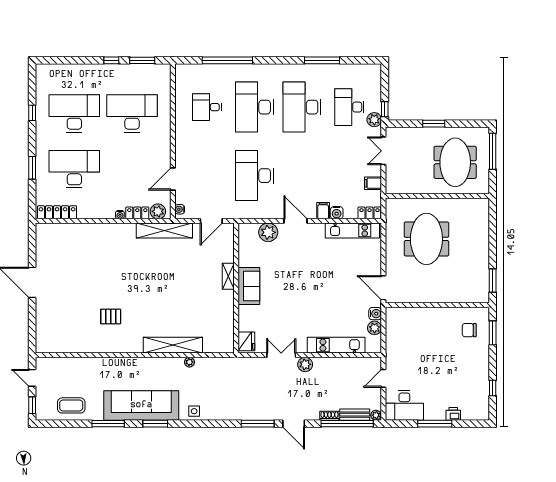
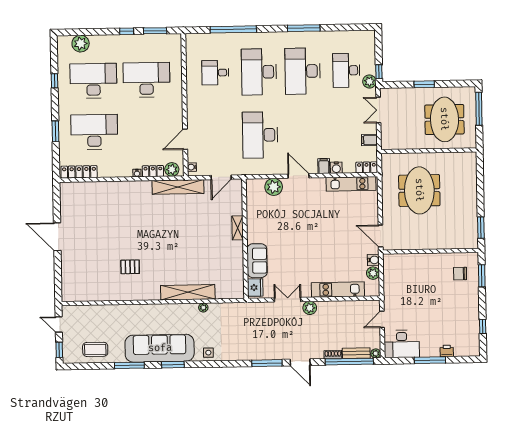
window: (322, 60) -> (304, 28), moved
plant: (61, 73) -> (81, 44), added
sofa: (249, 286) -> (257, 261), moved

